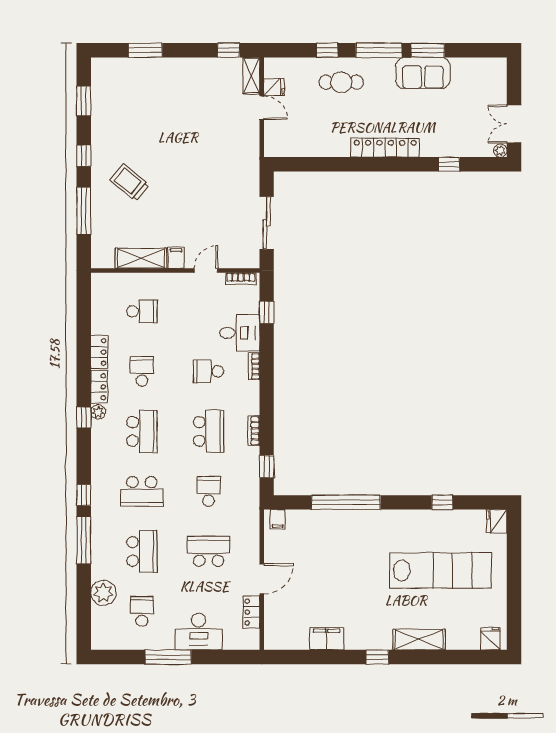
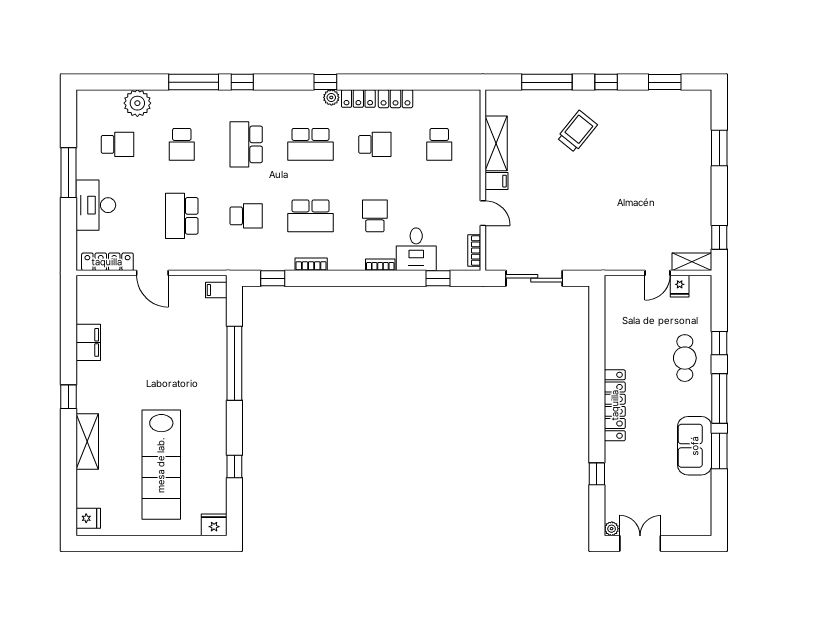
school desk: (142, 551) -> (182, 144), width x0.54
school desk: (209, 551) -> (182, 216), turned 180
locker: (251, 612) -> (107, 262), width x1.53

